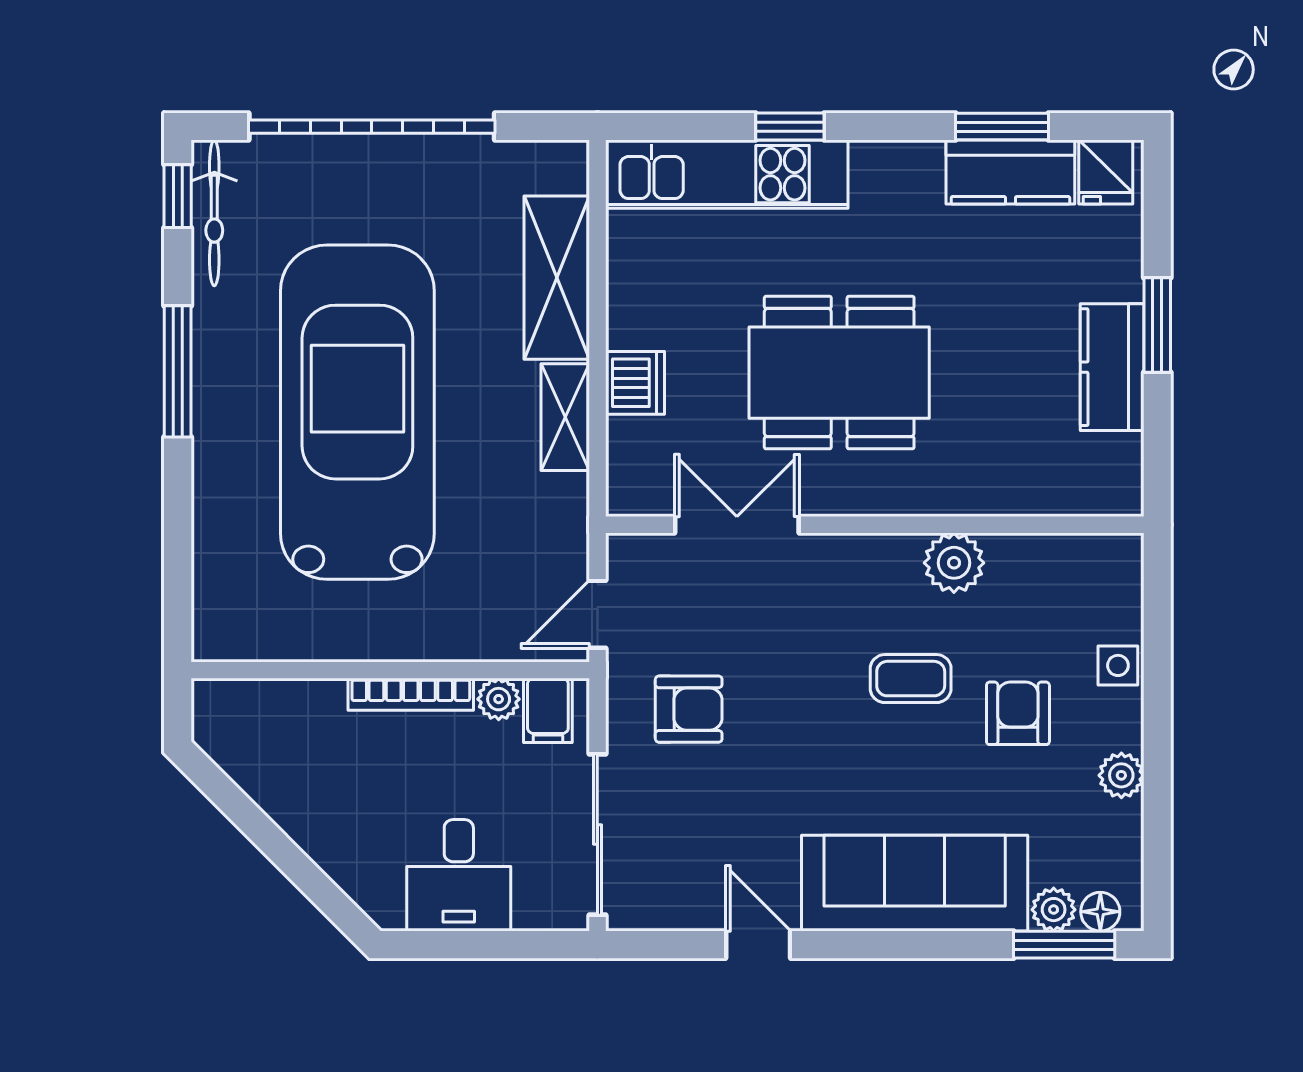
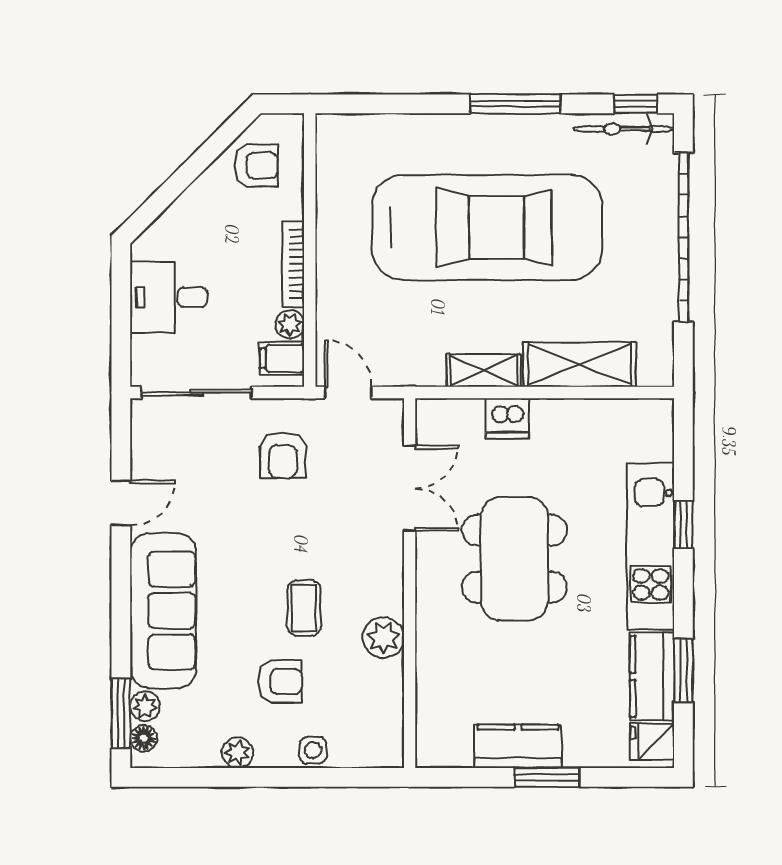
kitchen unit: (727, 174) -> (651, 546), moved
armchair: (267, 748) -> (256, 166), added

